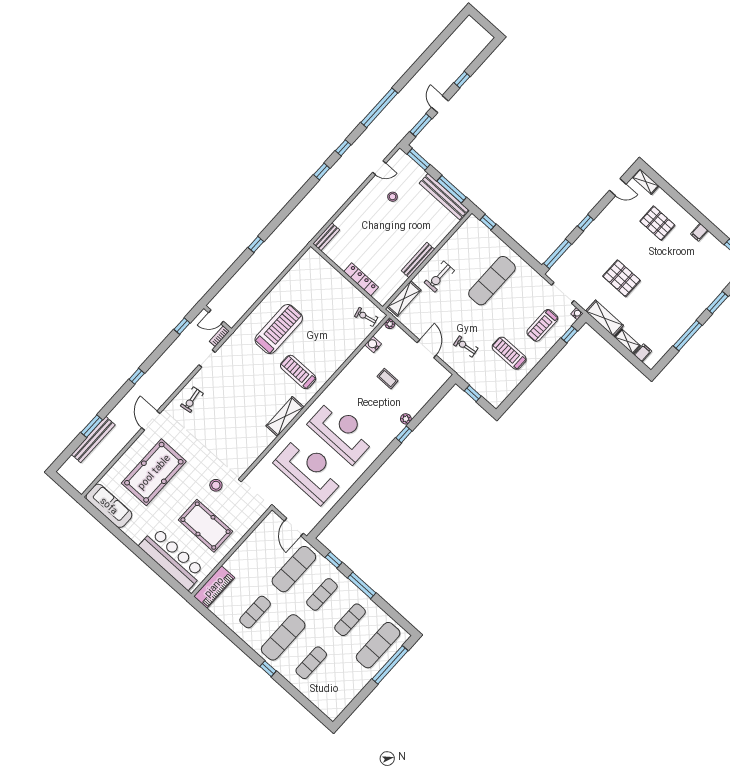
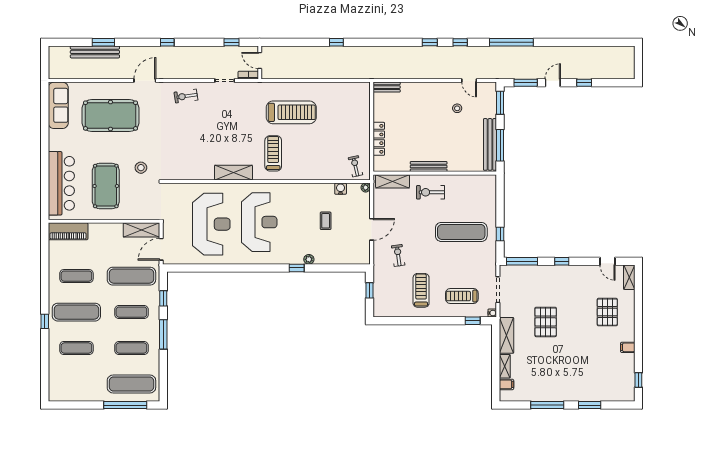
window: (488, 222) -> (500, 234), moved
shelving: (265, 529) -> (141, 230), added

